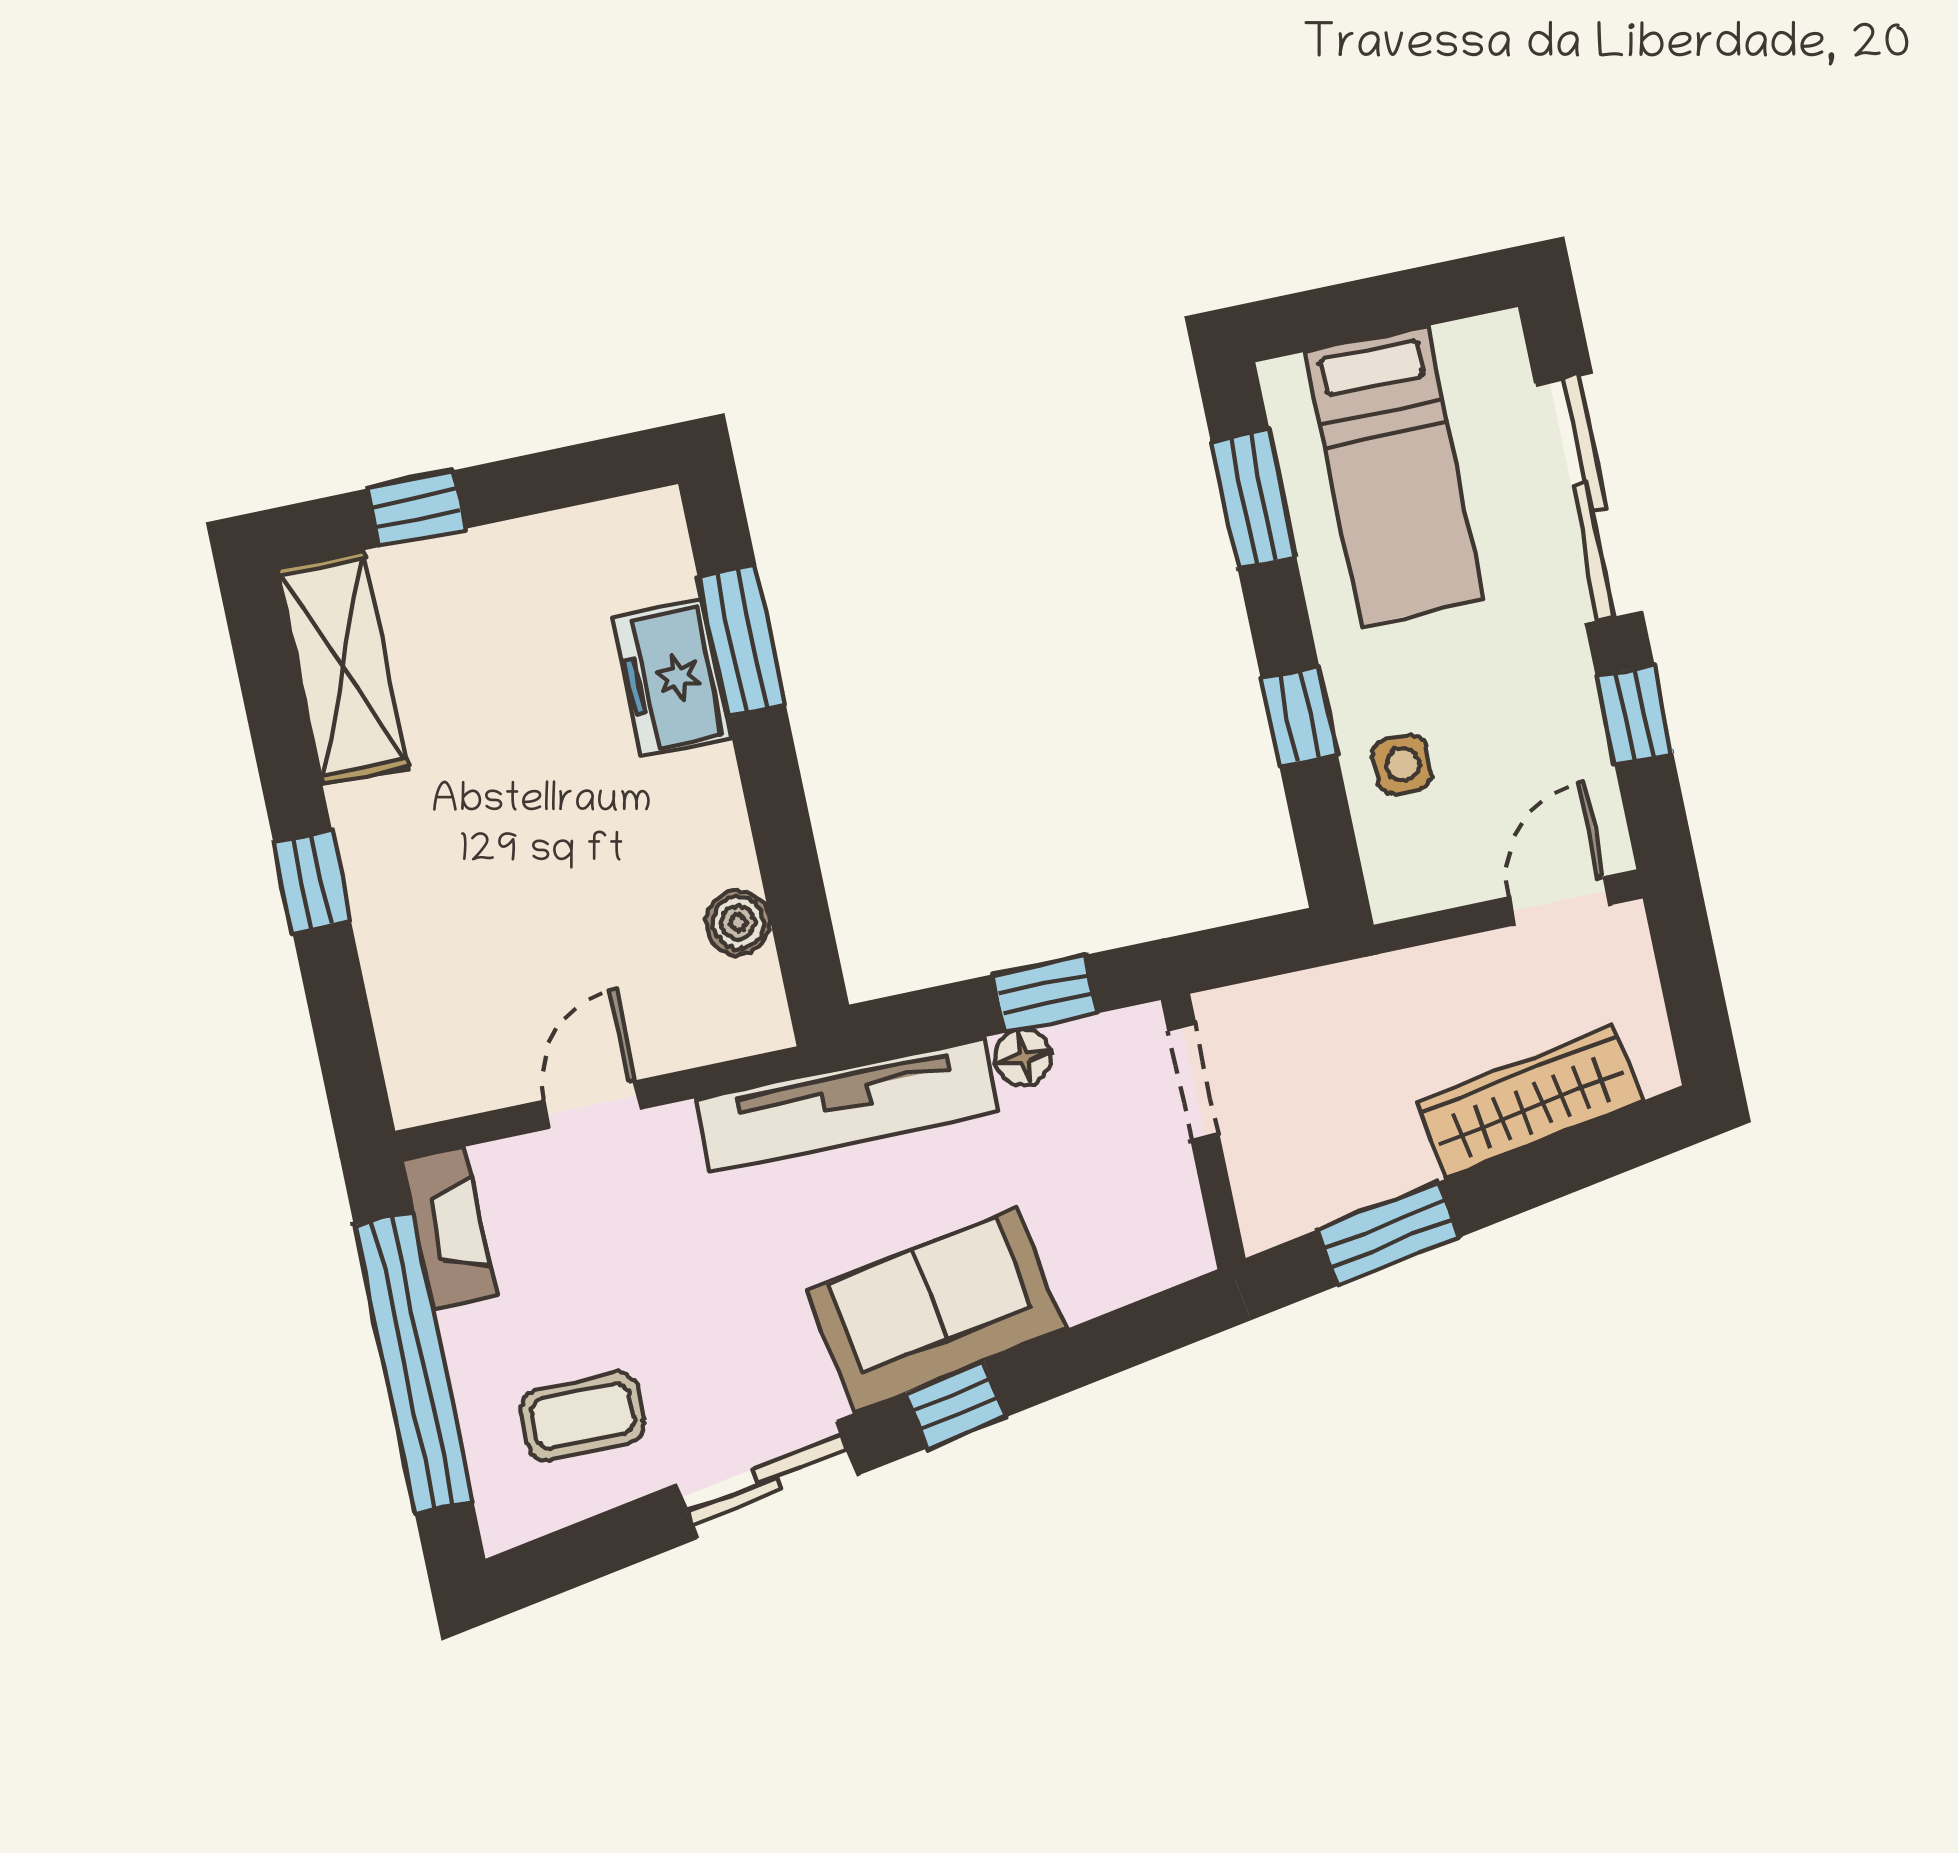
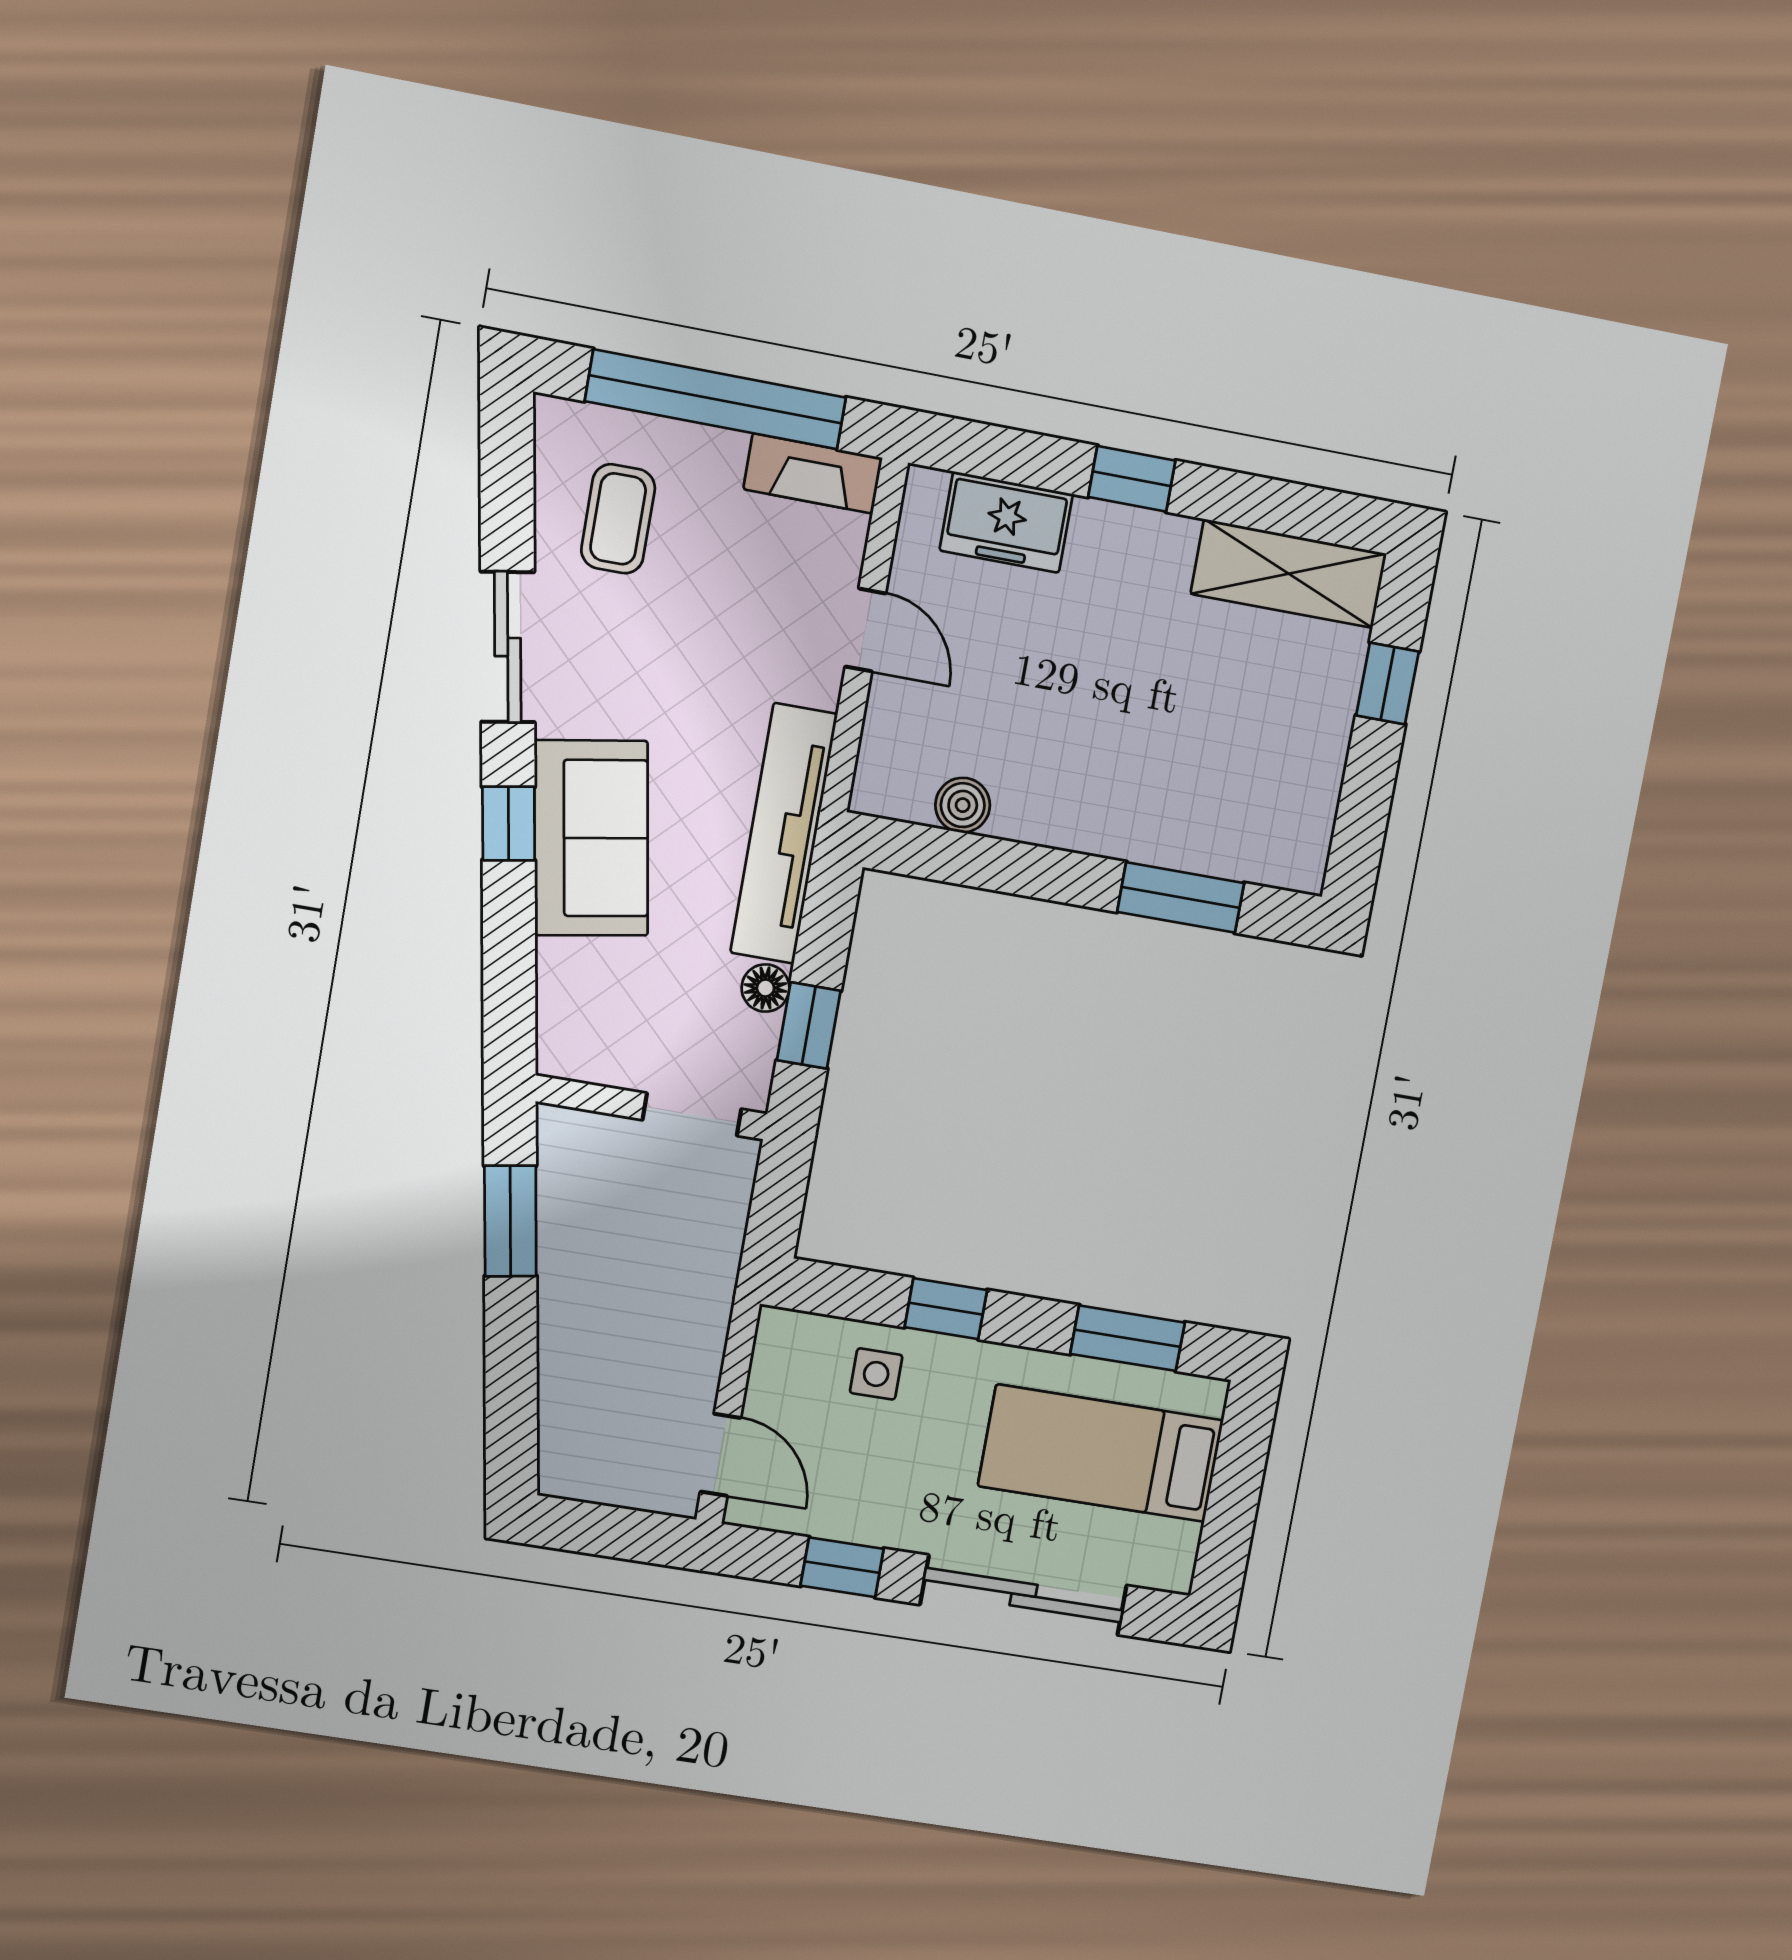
freezer: (672, 679) -> (1006, 522), moved, turned 180
wardrobe: (1529, 1101) -> (572, 1372), removed

